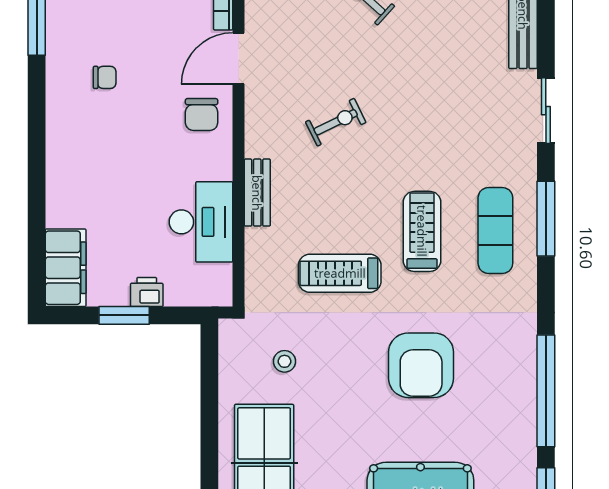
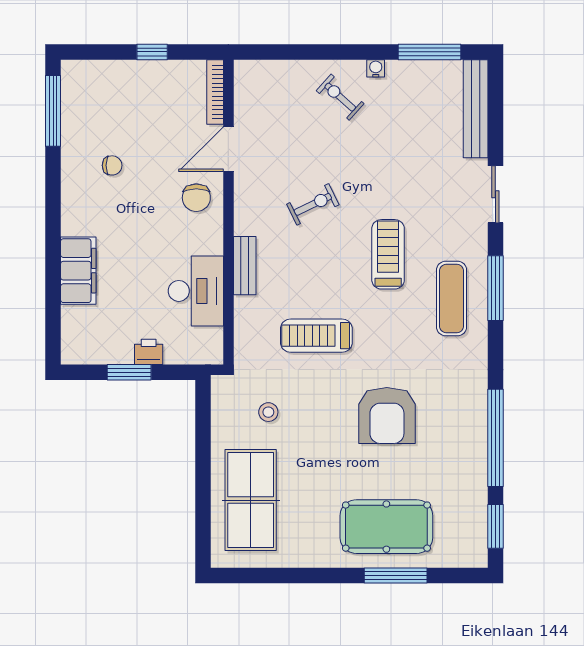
treadmill: (422, 231) -> (388, 254), moved
filing cabinet: (66, 268) -> (78, 271), moved

